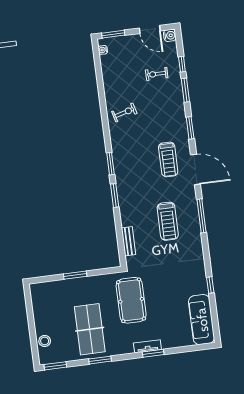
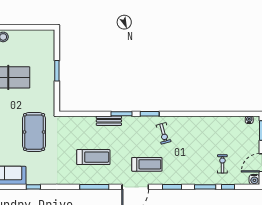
exercise bike: (124, 112) -> (164, 133), moved
treadmill: (168, 159) -> (147, 164), turned 180
treadmill: (168, 221) -> (93, 157), turned 180
bench: (128, 241) -> (109, 121), moved
pool table: (131, 300) -> (34, 132), moved, turned 90

